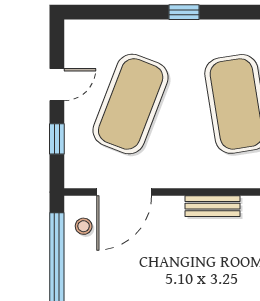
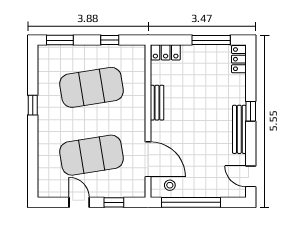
window: (184, 12) -> (33, 105), moved
exercise mat: (131, 104) -> (92, 155), turned -30

